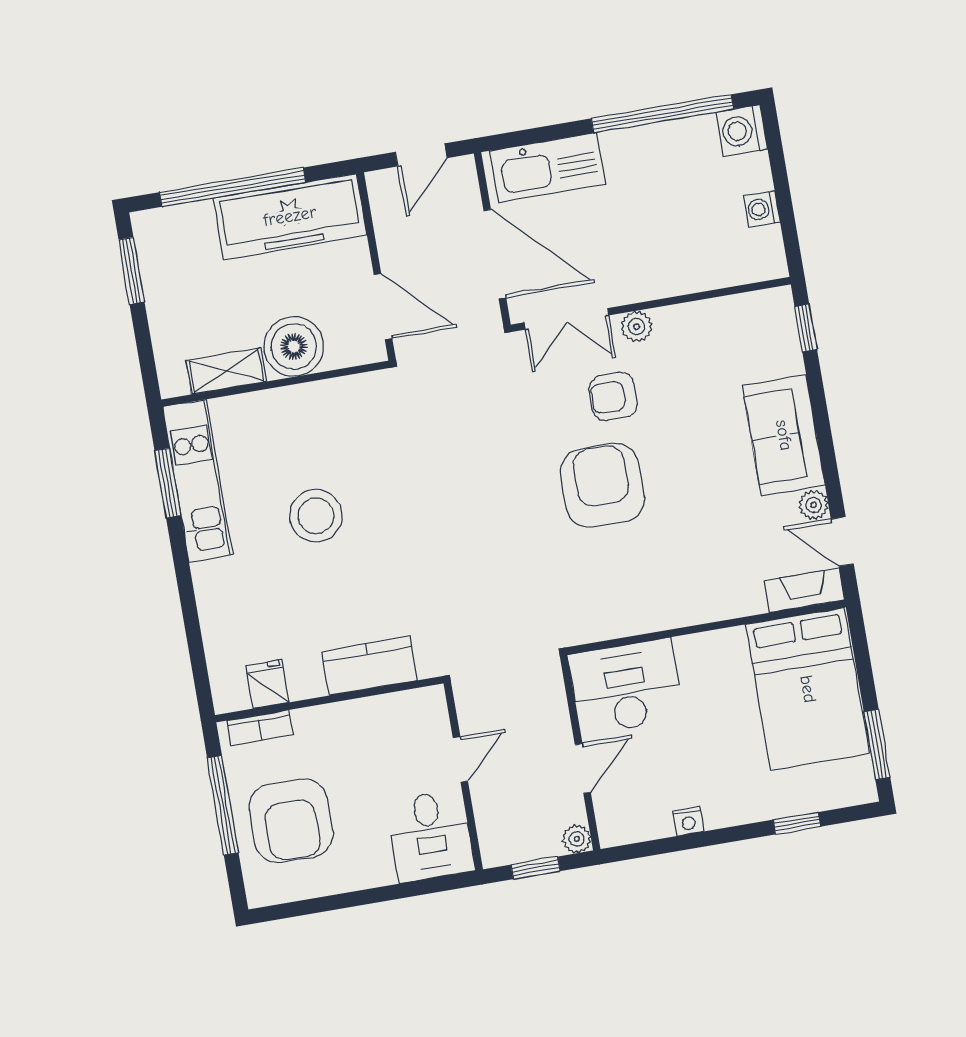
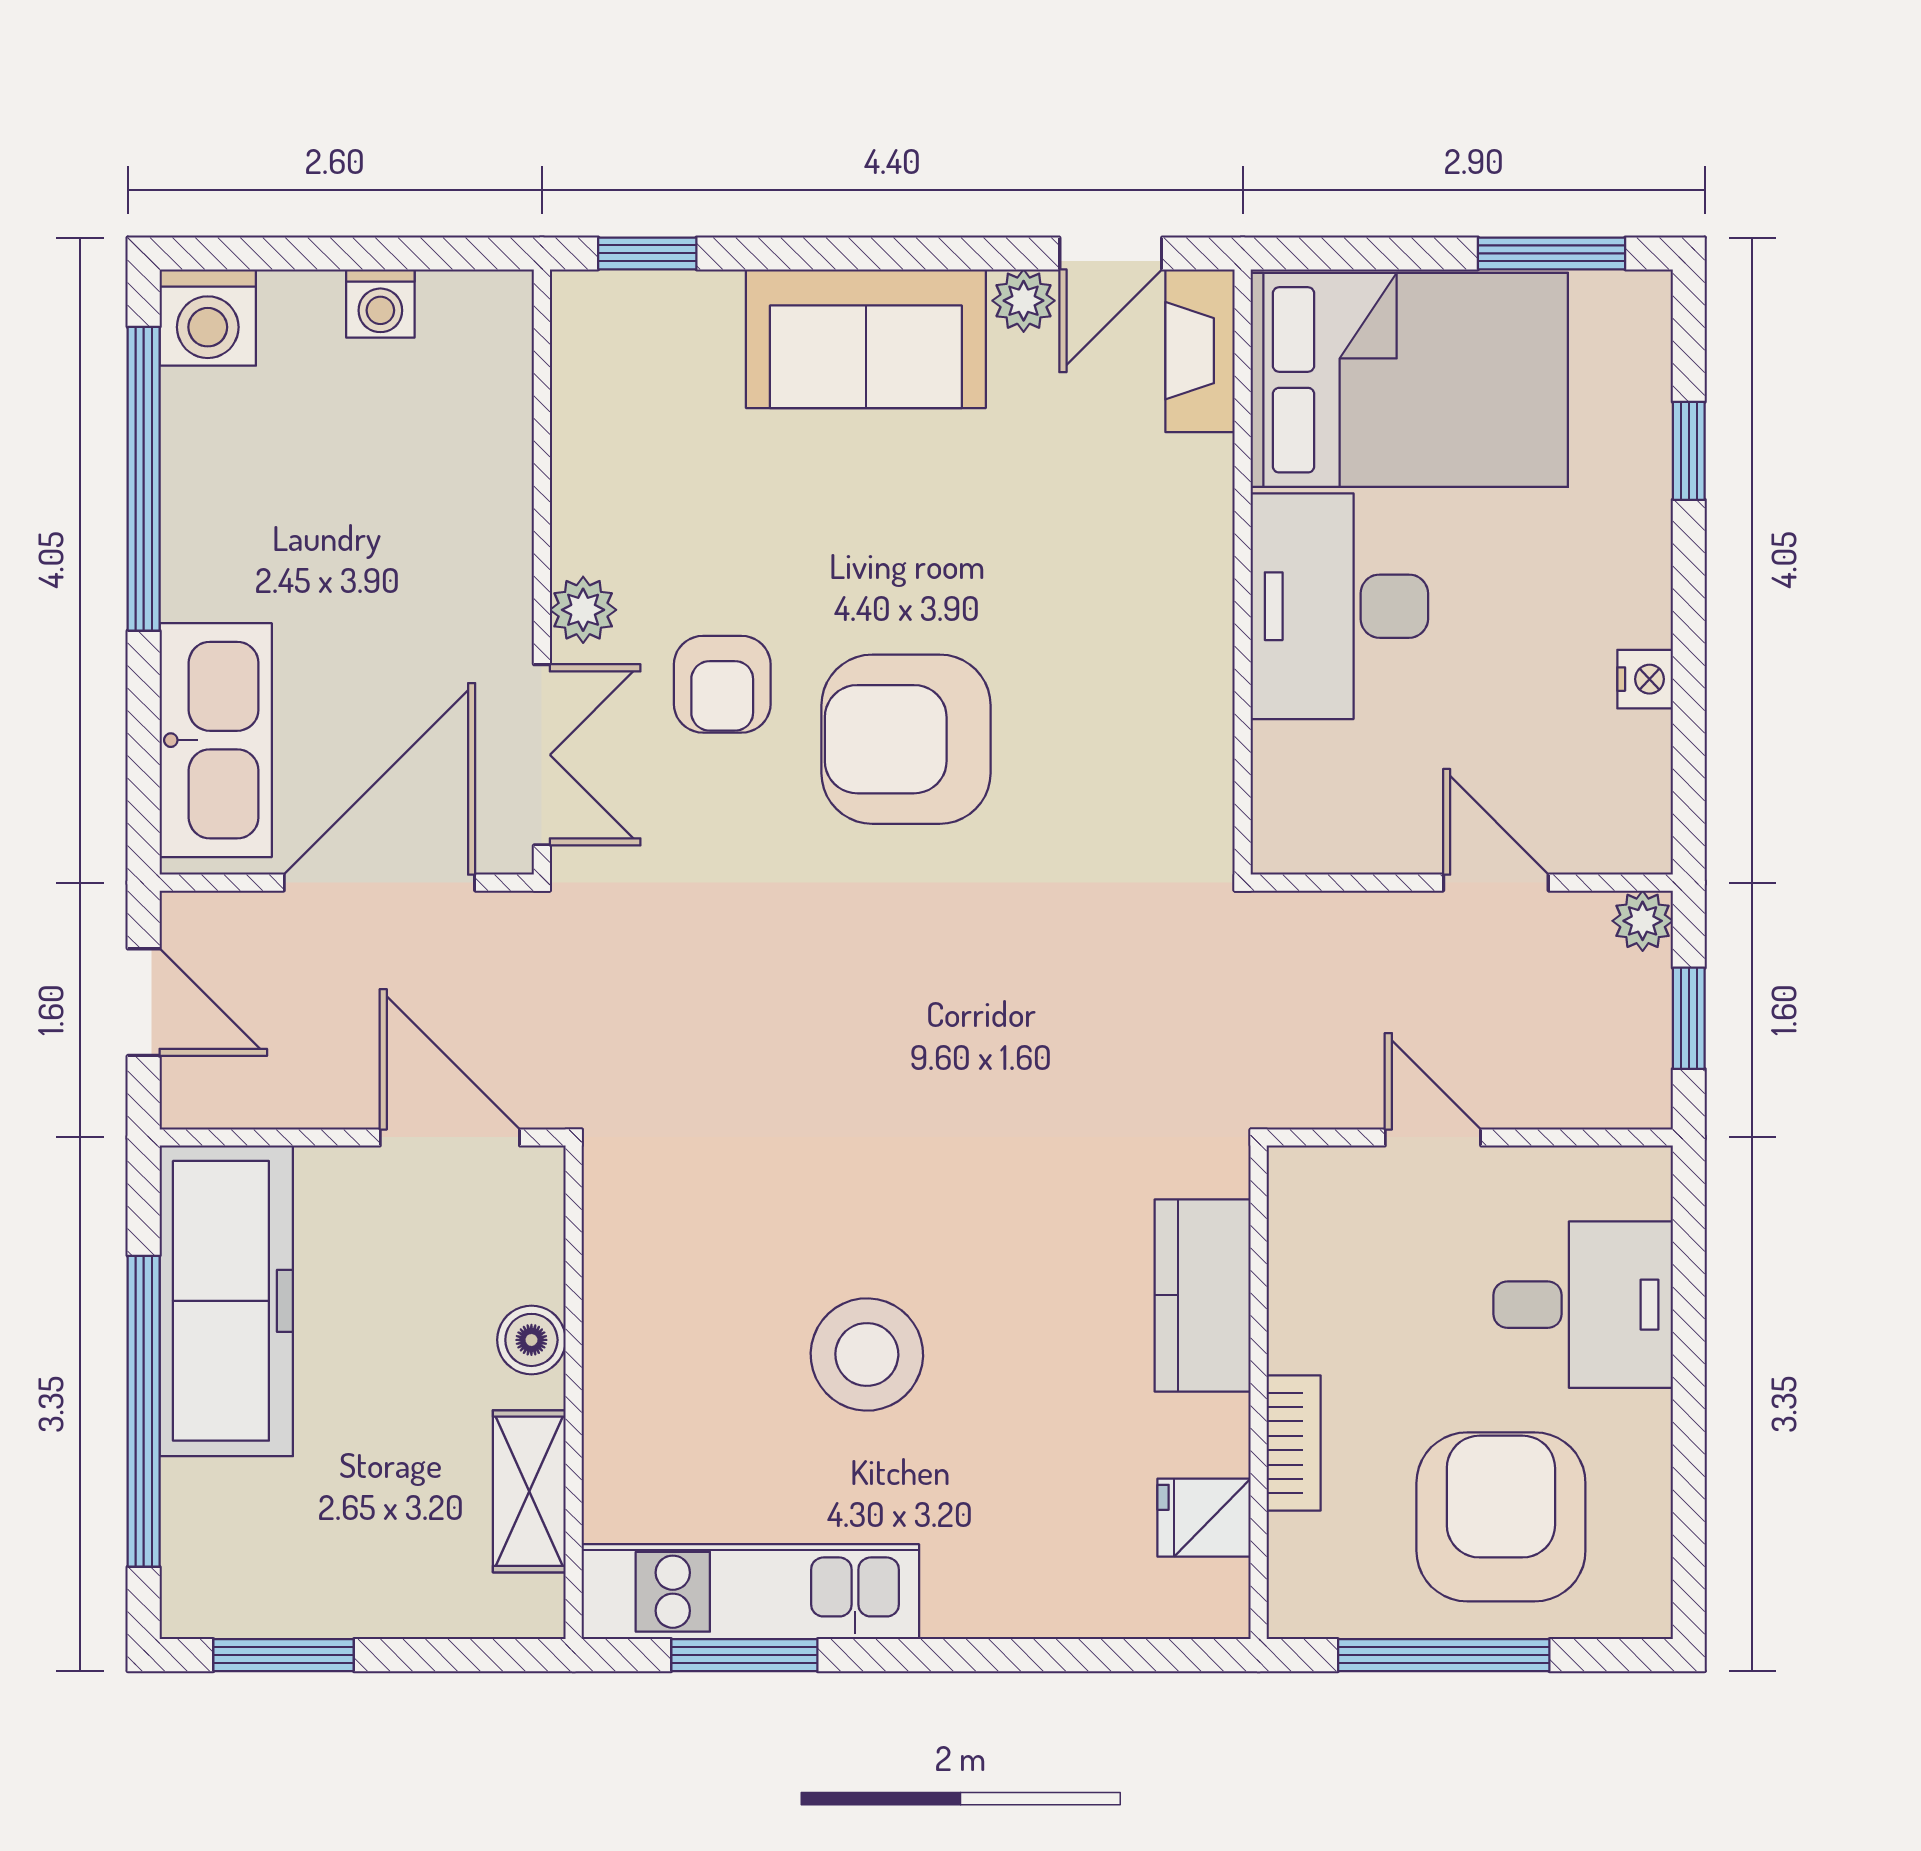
door: (383, 307) -> (450, 1137), hinge flipped
boiler: (294, 346) -> (531, 1340), width x0.54, depth x0.54
desk: (626, 687) -> (1339, 606), moved
bookcase: (260, 728) -> (1294, 1443), moved
armchair: (291, 821) -> (1501, 1517), turned -90
desk: (430, 836) -> (1583, 1305), moved

